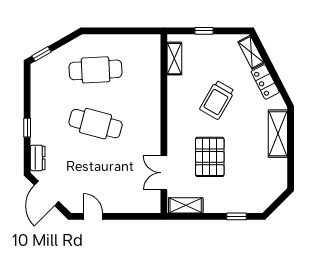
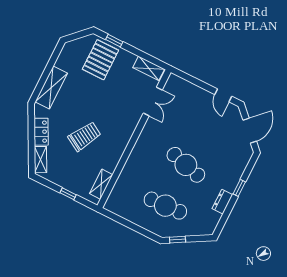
window: (42, 54) -> (177, 240), moved
pallet: (210, 157) -> (100, 60), moved
dresser: (38, 158) -> (222, 202), moved

